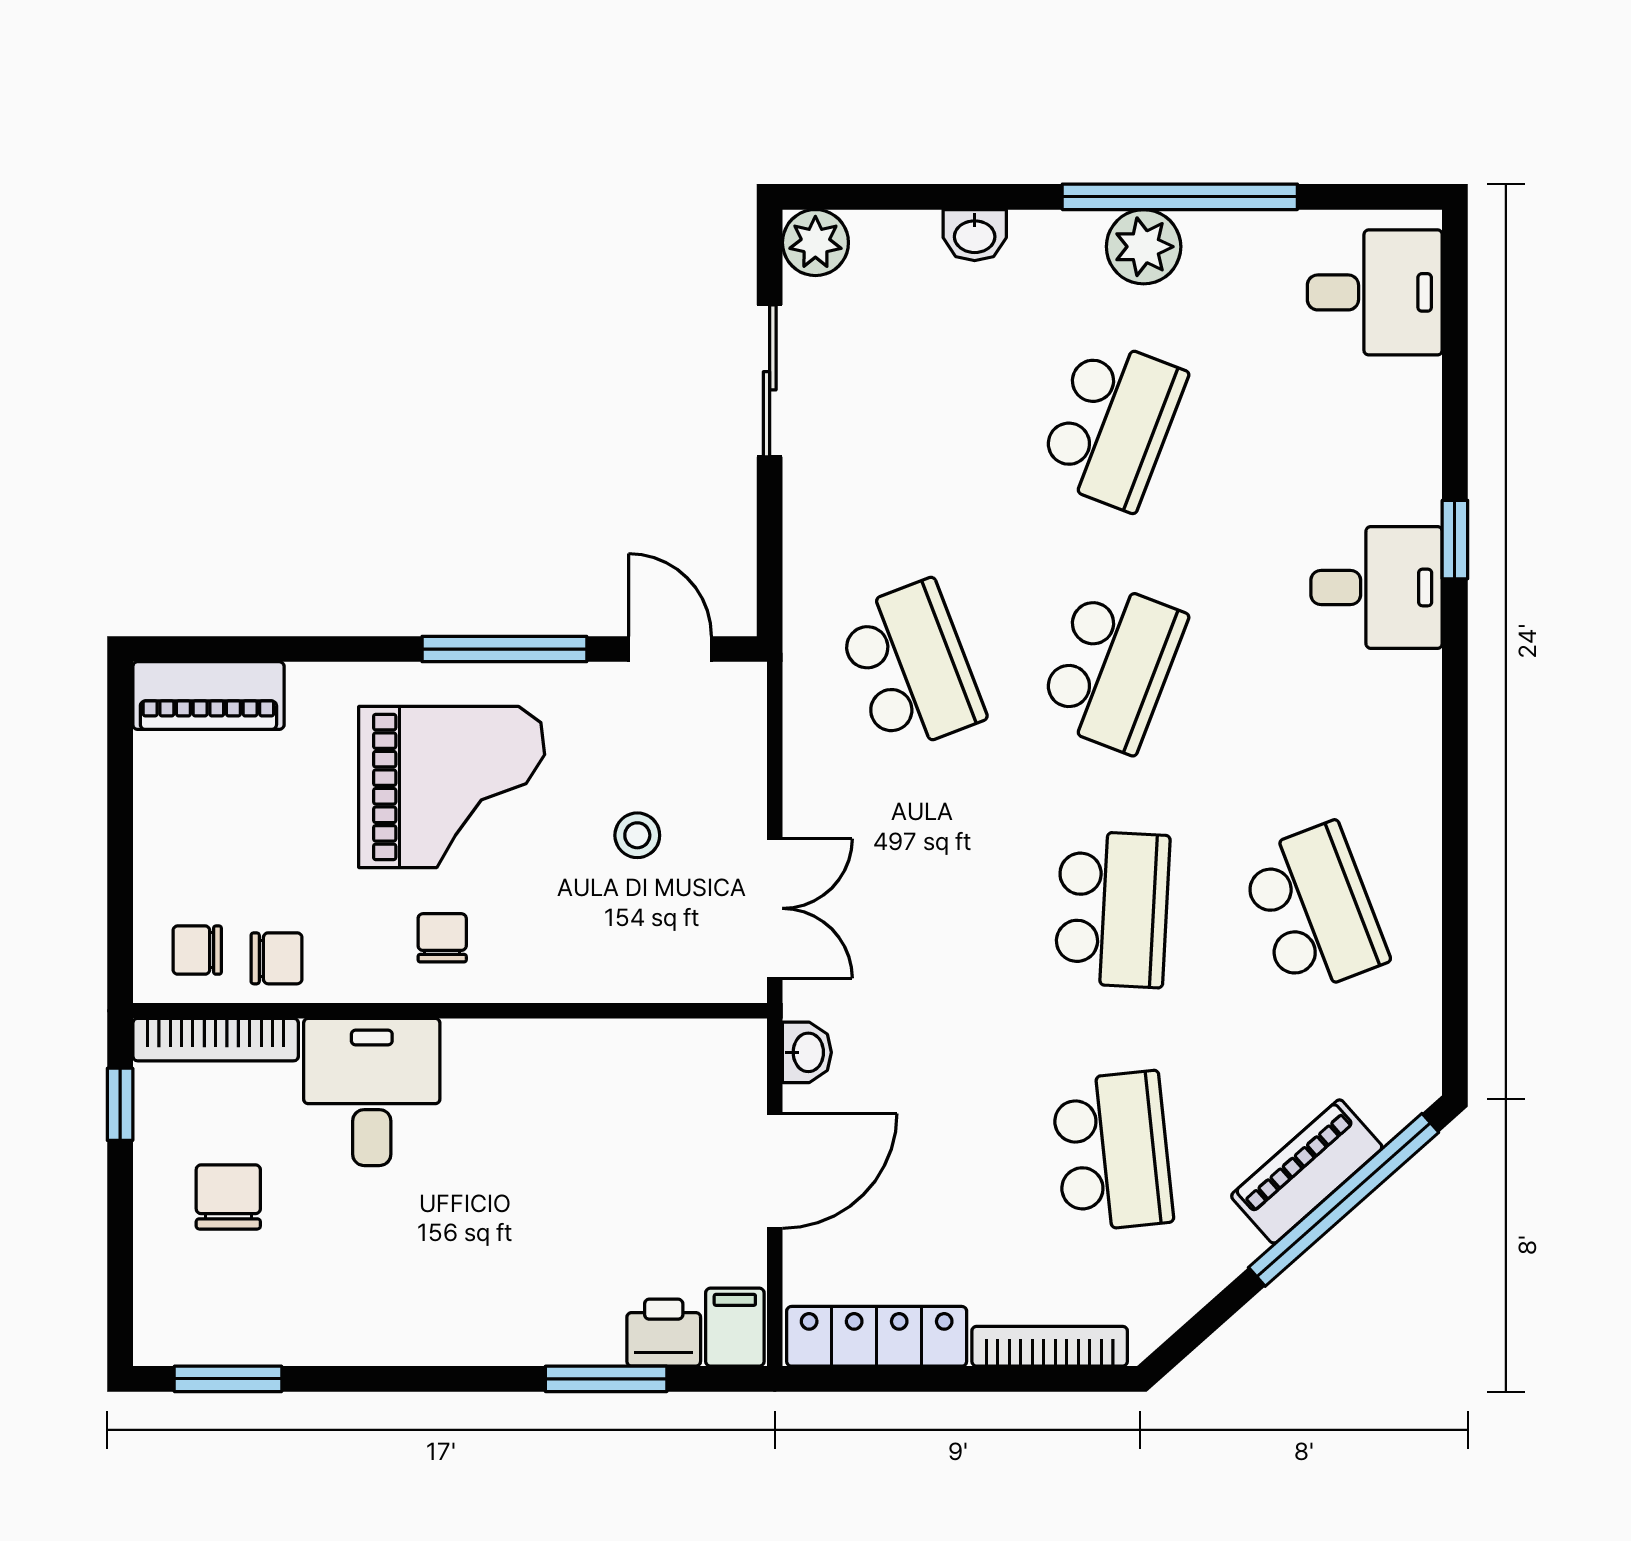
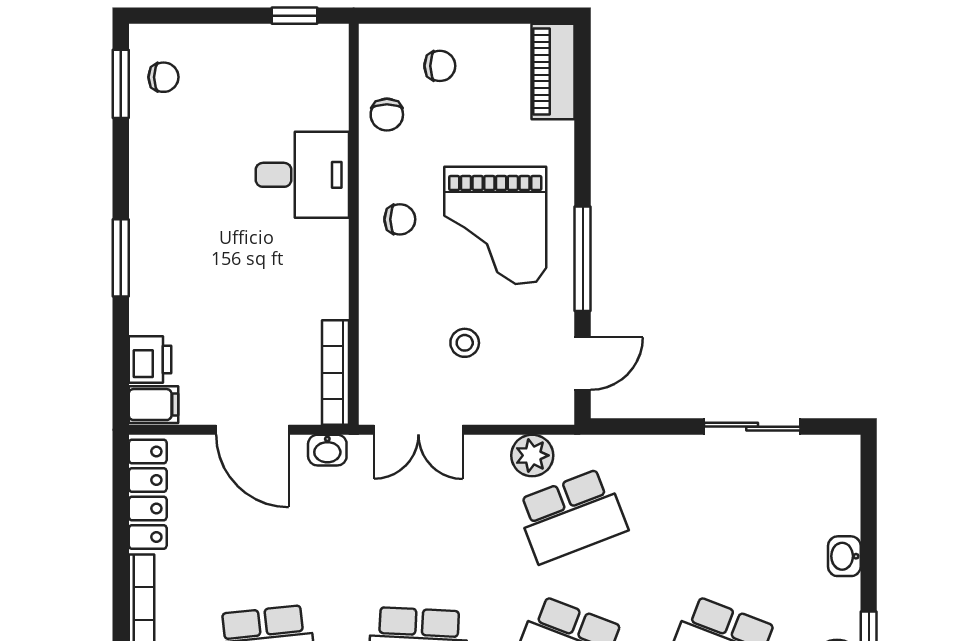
plant: (815, 243) -> (532, 455), moved
chair: (197, 950) -> (440, 66), moved, turned 90
bookcase: (216, 1040) -> (335, 373), moved
chair: (228, 1197) -> (163, 77), moved, width x0.73, depth x0.73
window: (606, 1379) -> (121, 258), moved

